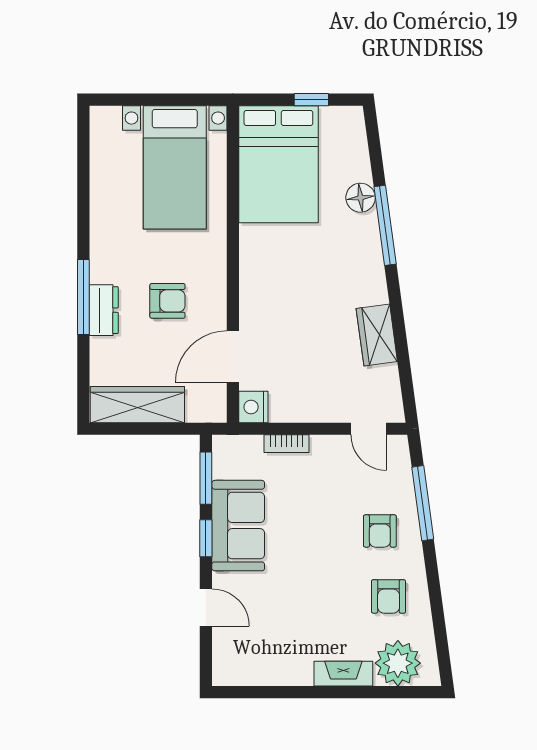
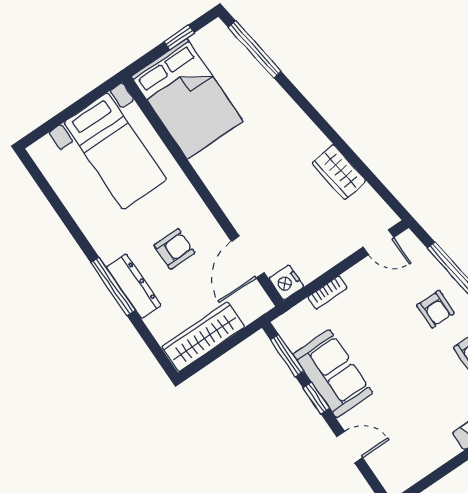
floor lamp: (361, 198) -> (261, 83), removed
window: (385, 225) -> (255, 49), moved
dresser: (104, 310) -> (134, 286), width x1.44

